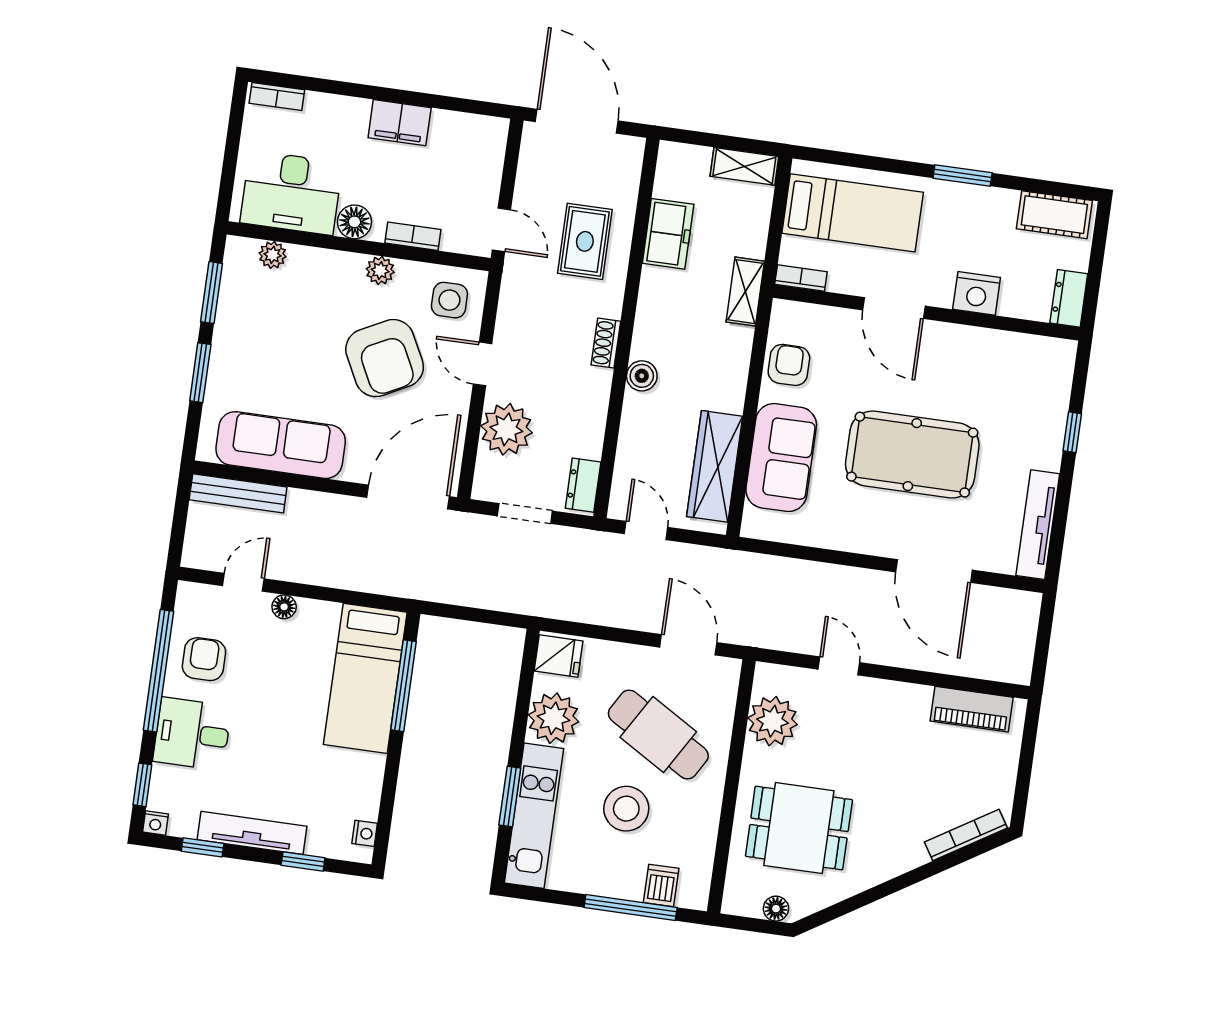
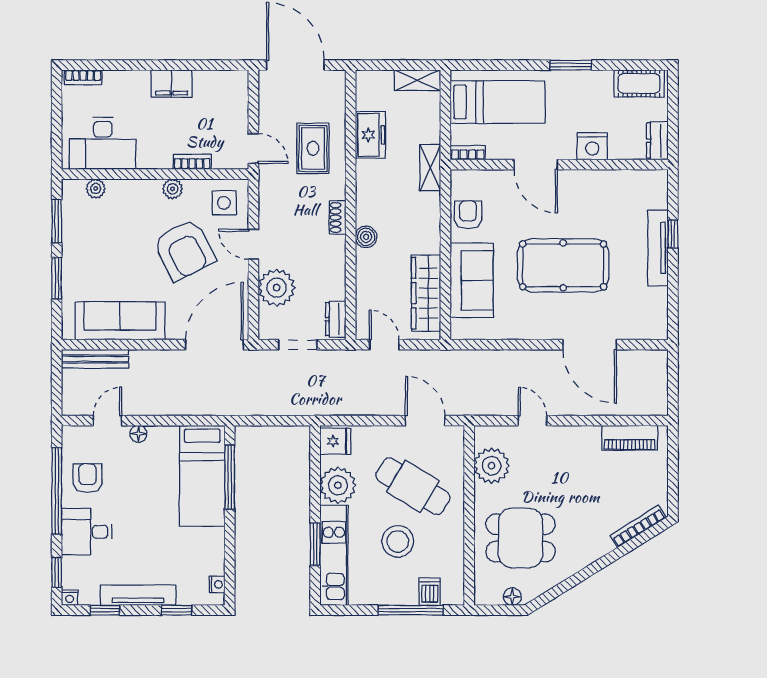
floor lamp: (354, 222) -> (150, 157), removed
tv unit: (1038, 525) -> (658, 248), moved

